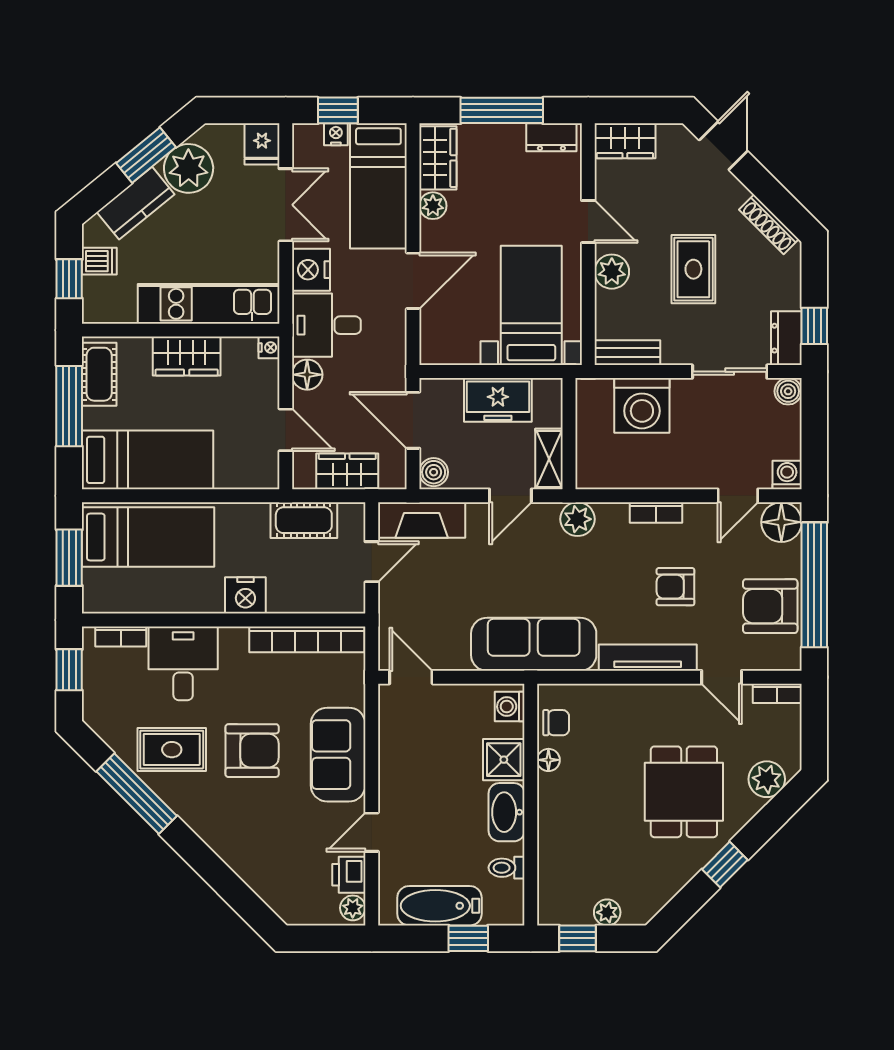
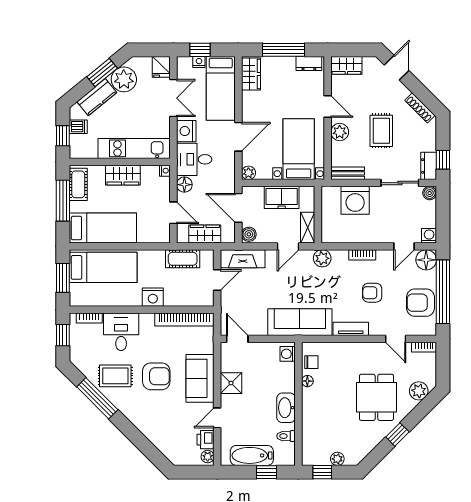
plant: (433, 206) -> (248, 173), moved
tv unit: (648, 658) -> (351, 329), width x0.71
shower: (504, 760) -> (231, 383), moved

